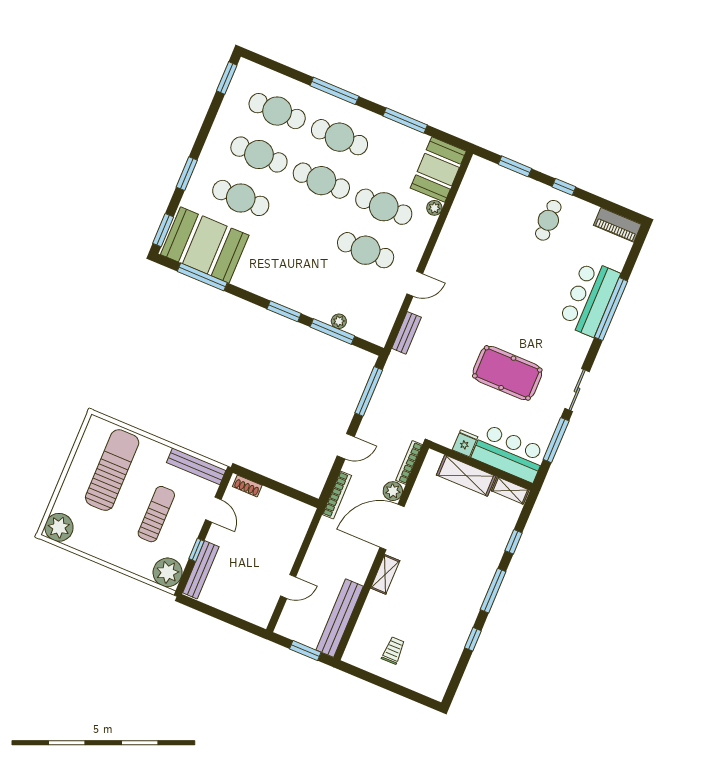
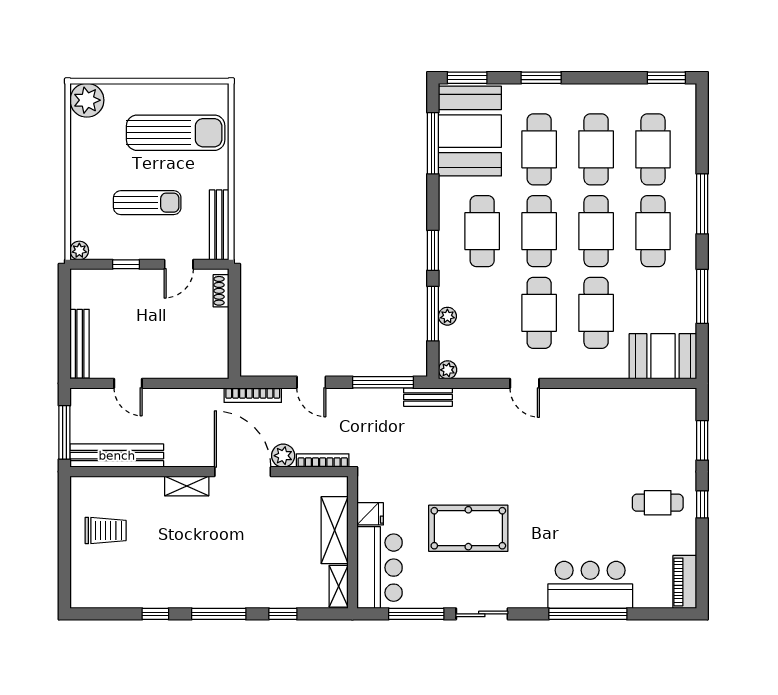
plant: (434, 208) -> (448, 370), moved
cafe table: (303, 224) -> (539, 231), added
cafe table: (285, 268) -> (482, 231), added
bench: (406, 333) -> (428, 397), moved
pool table: (507, 373) -> (468, 528), turned 90
bench: (201, 570) -> (80, 344), moved, turned 90
plant: (168, 572) -> (79, 250), width x0.53, depth x0.53
trolley: (393, 650) -> (106, 530), width x1.36, depth x1.39
window: (305, 651) -> (64, 432), width x1.44

